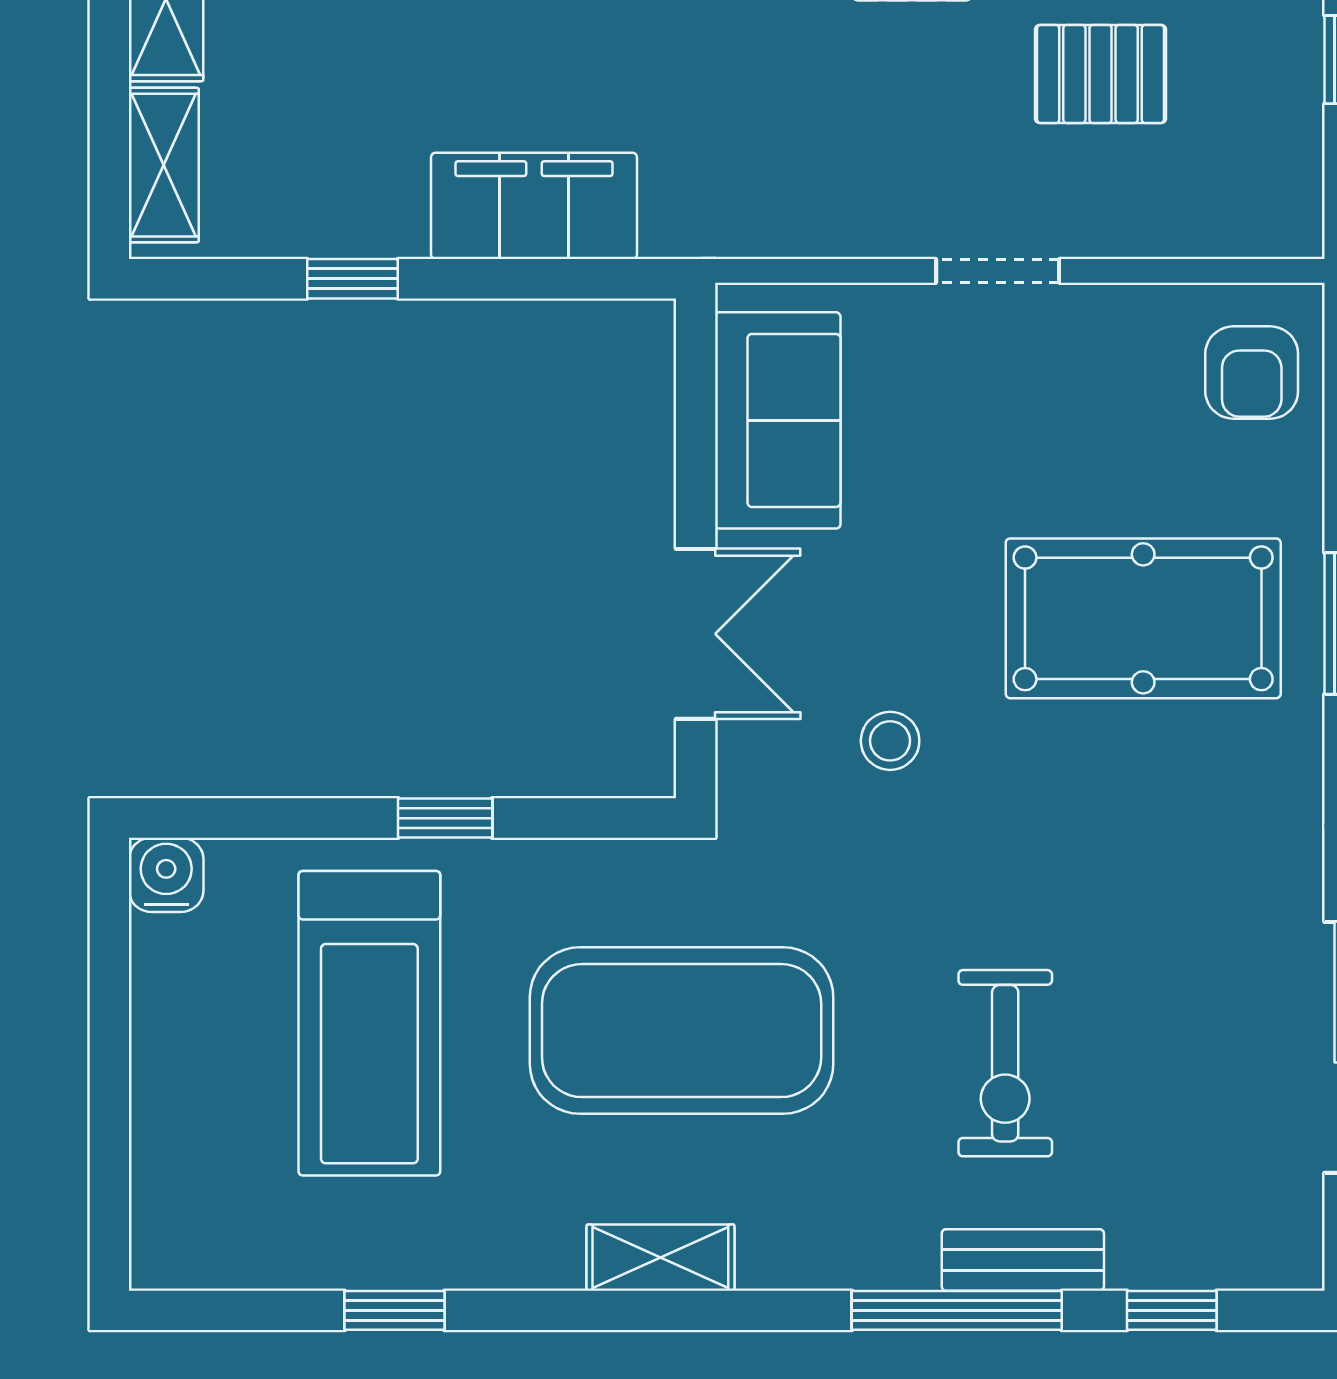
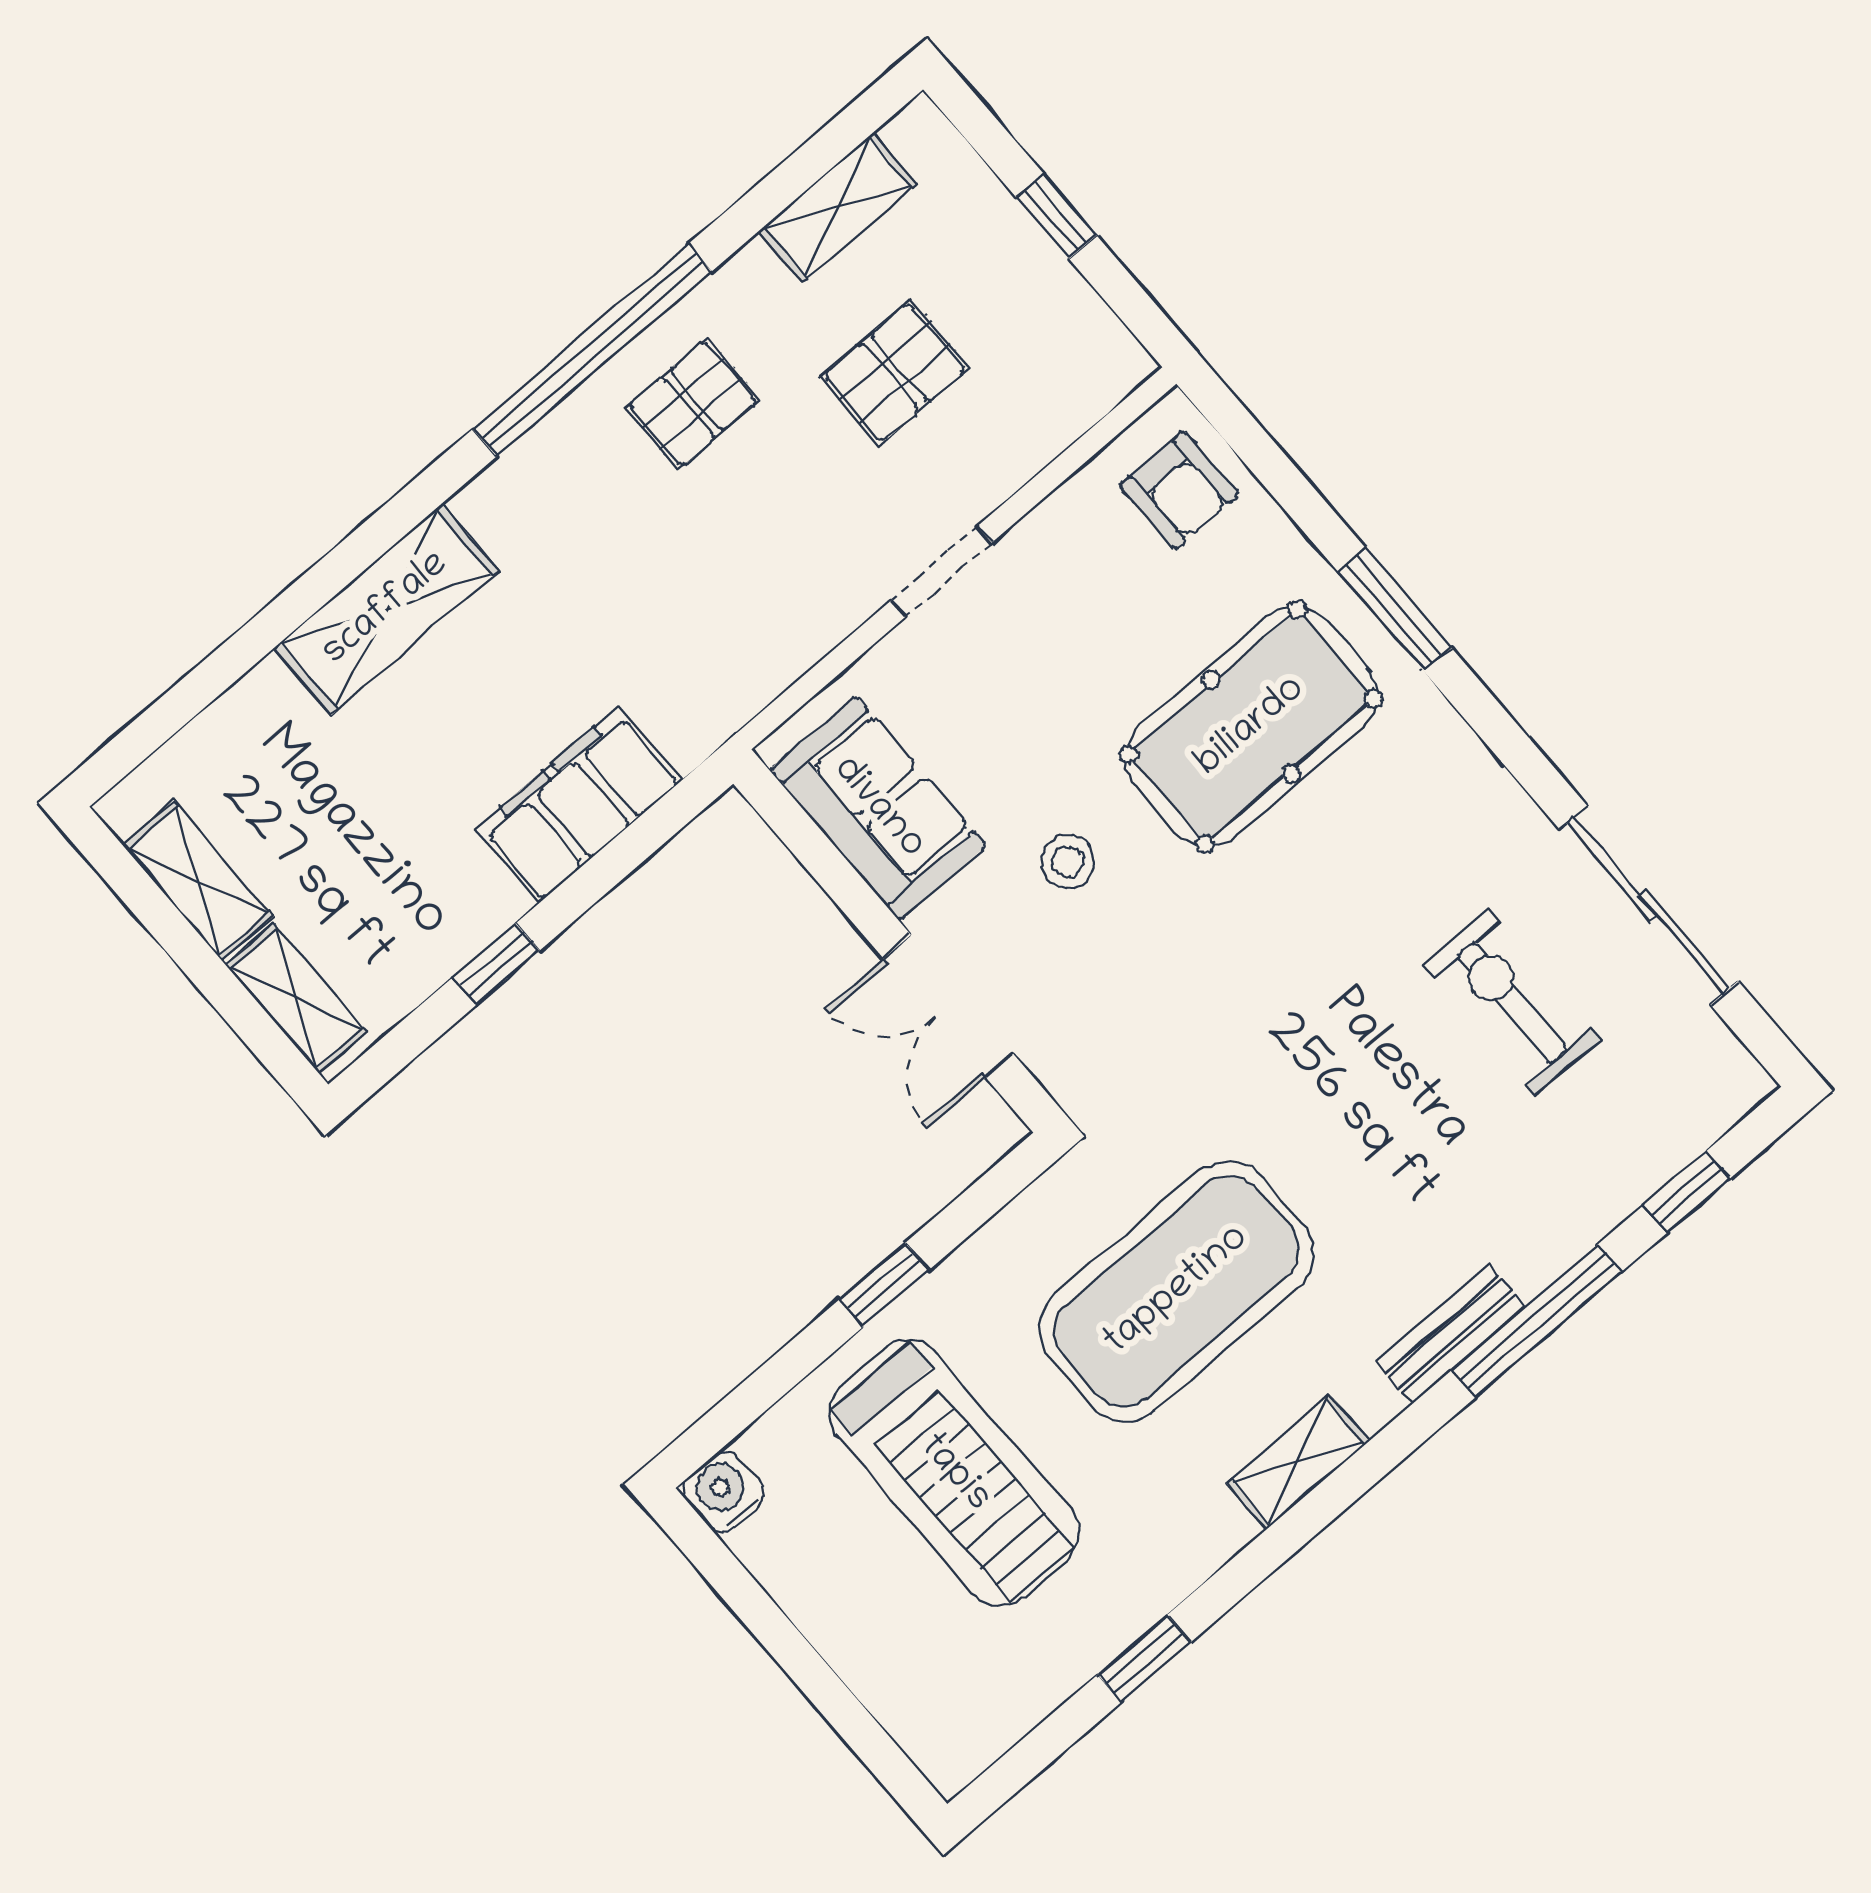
double door: (696, 634) -> (948, 1006), swing flipped
stool: (890, 741) -> (1067, 862), moved
exercise bike: (1005, 1063) -> (1512, 1002), moved, turned 180
bench: (1023, 1260) -> (1450, 1334), moved

